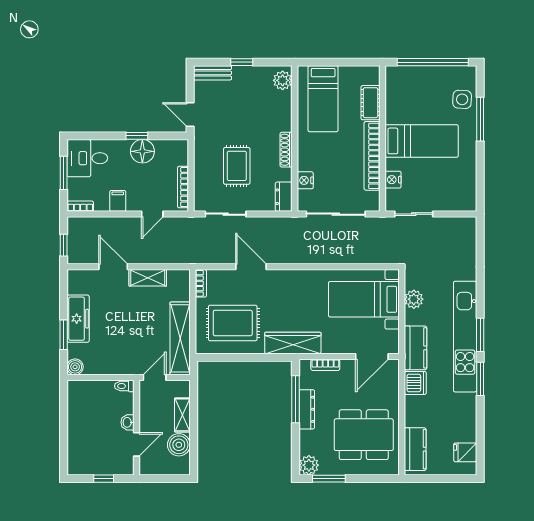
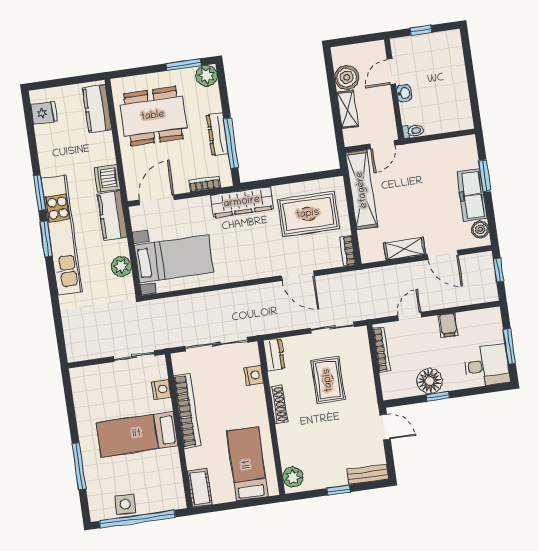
side table: (462, 99) -> (125, 504), moved
cot: (370, 103) -> (200, 488), moved
bookcase: (80, 206) -> (487, 314), removed
boiler: (75, 367) -> (480, 229), moved

